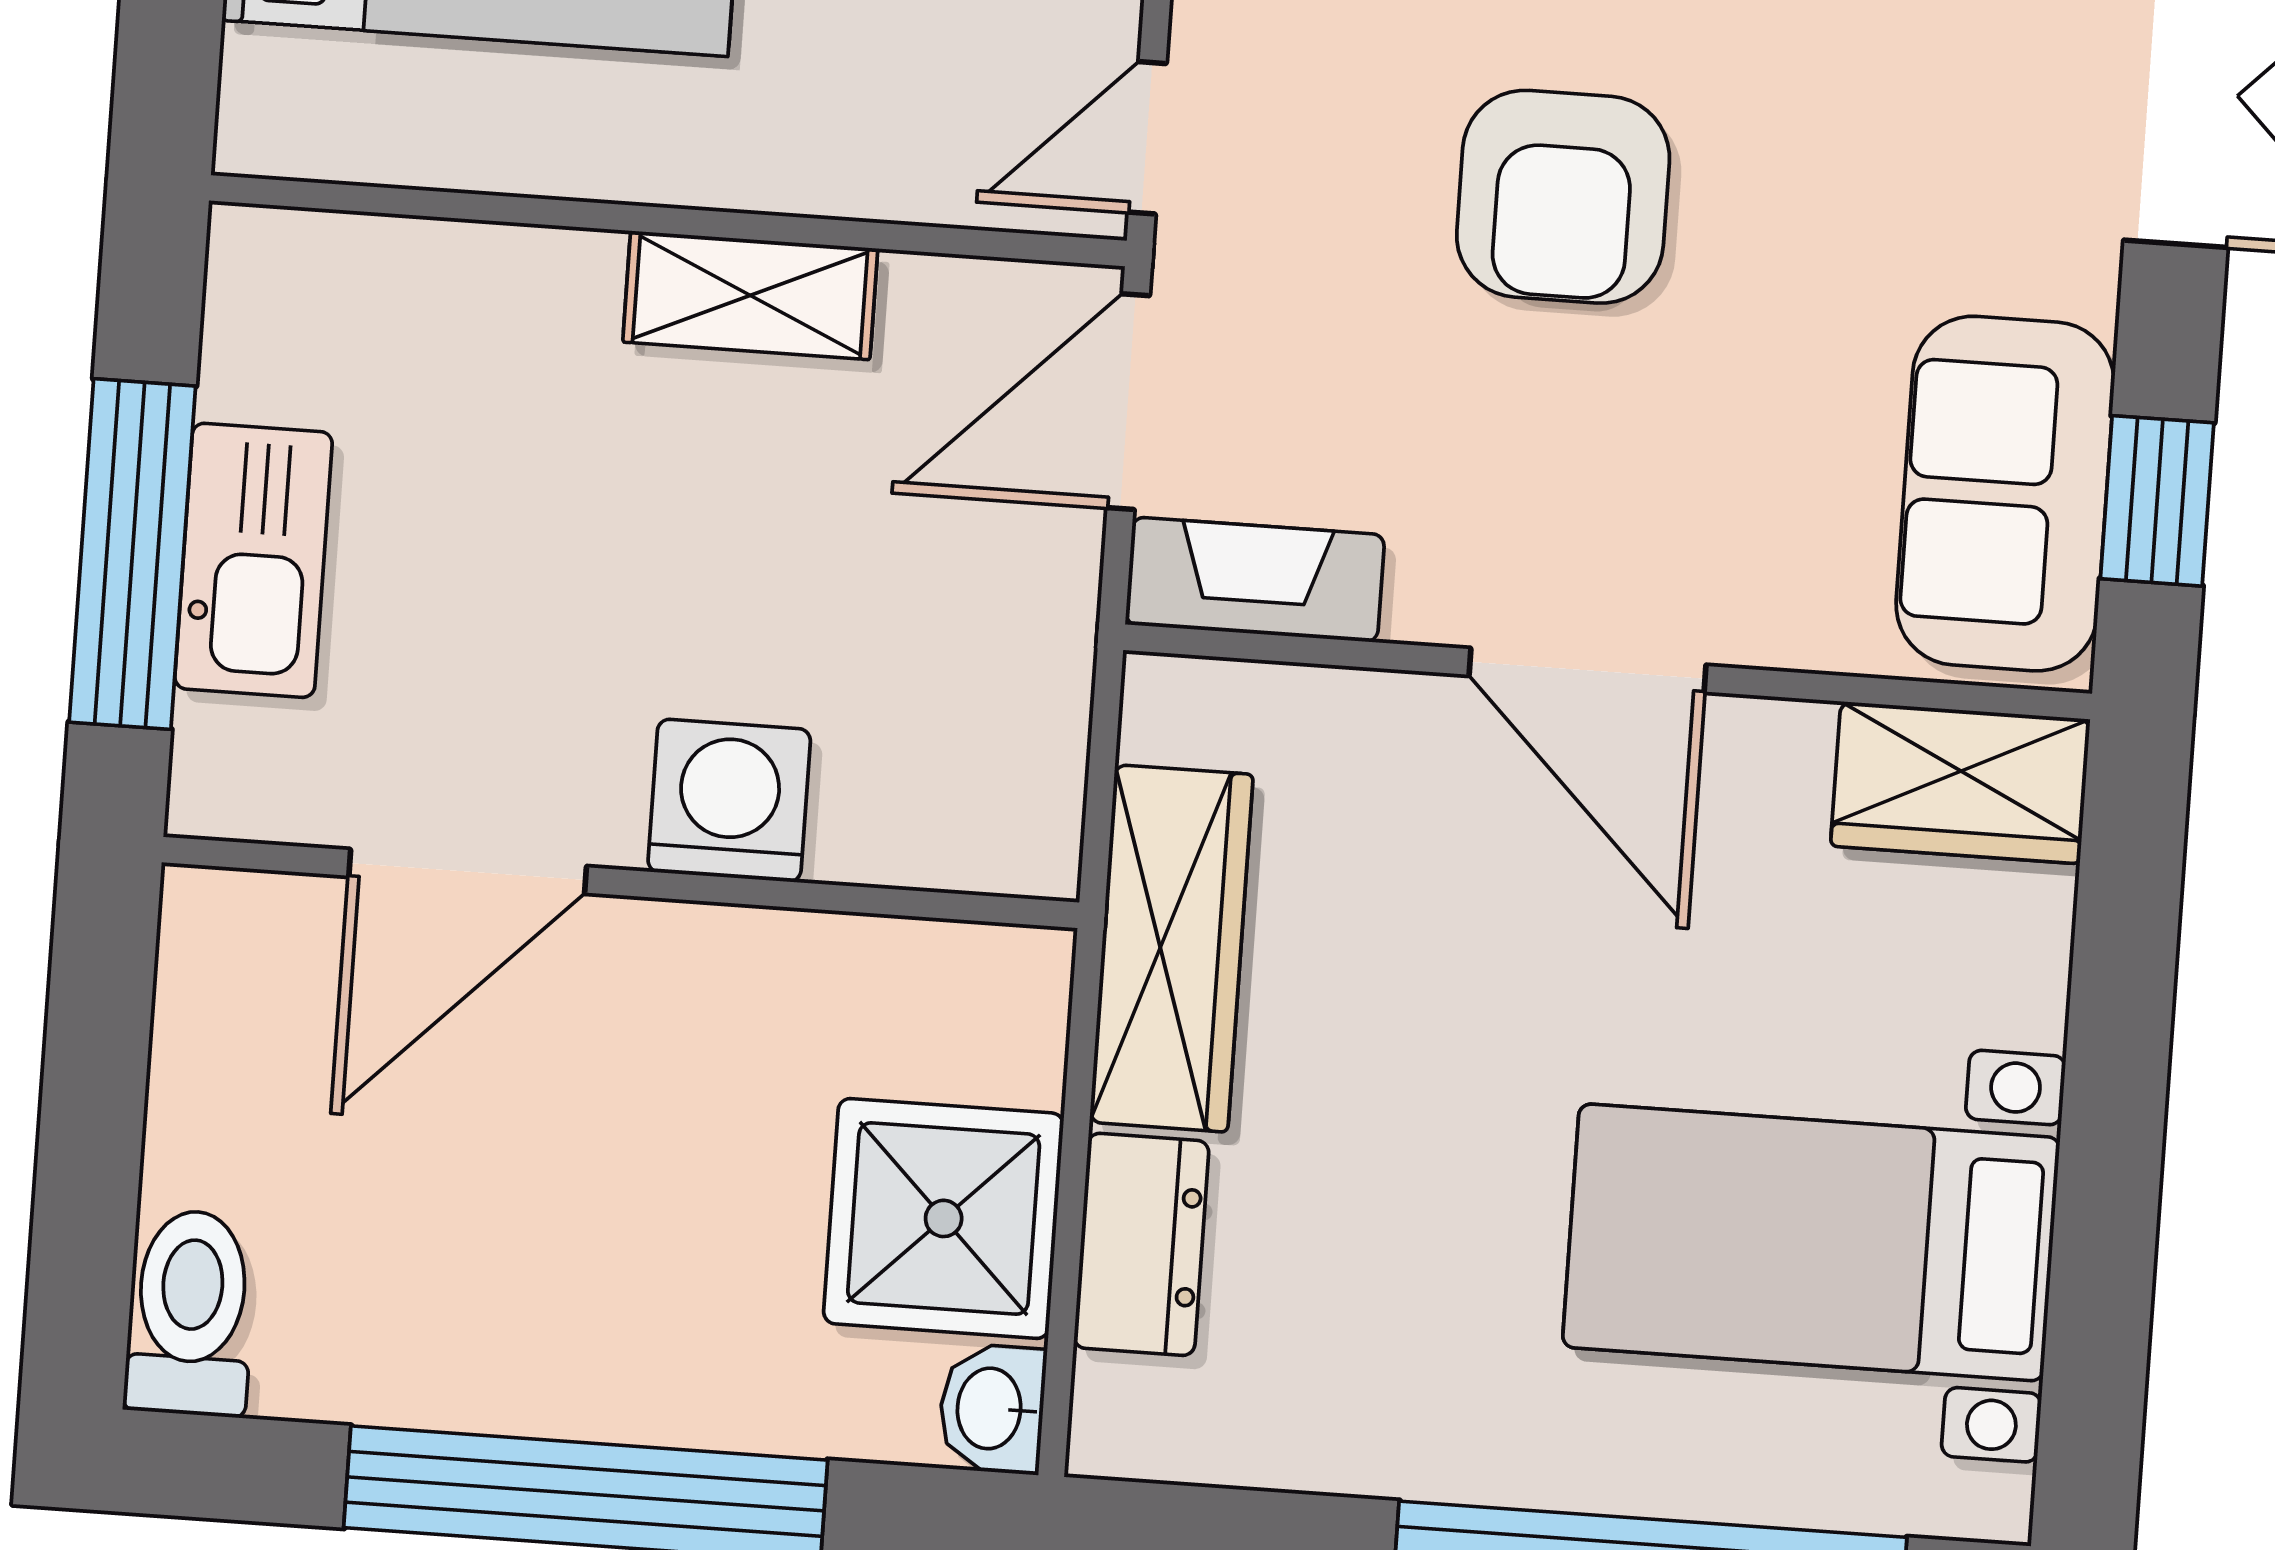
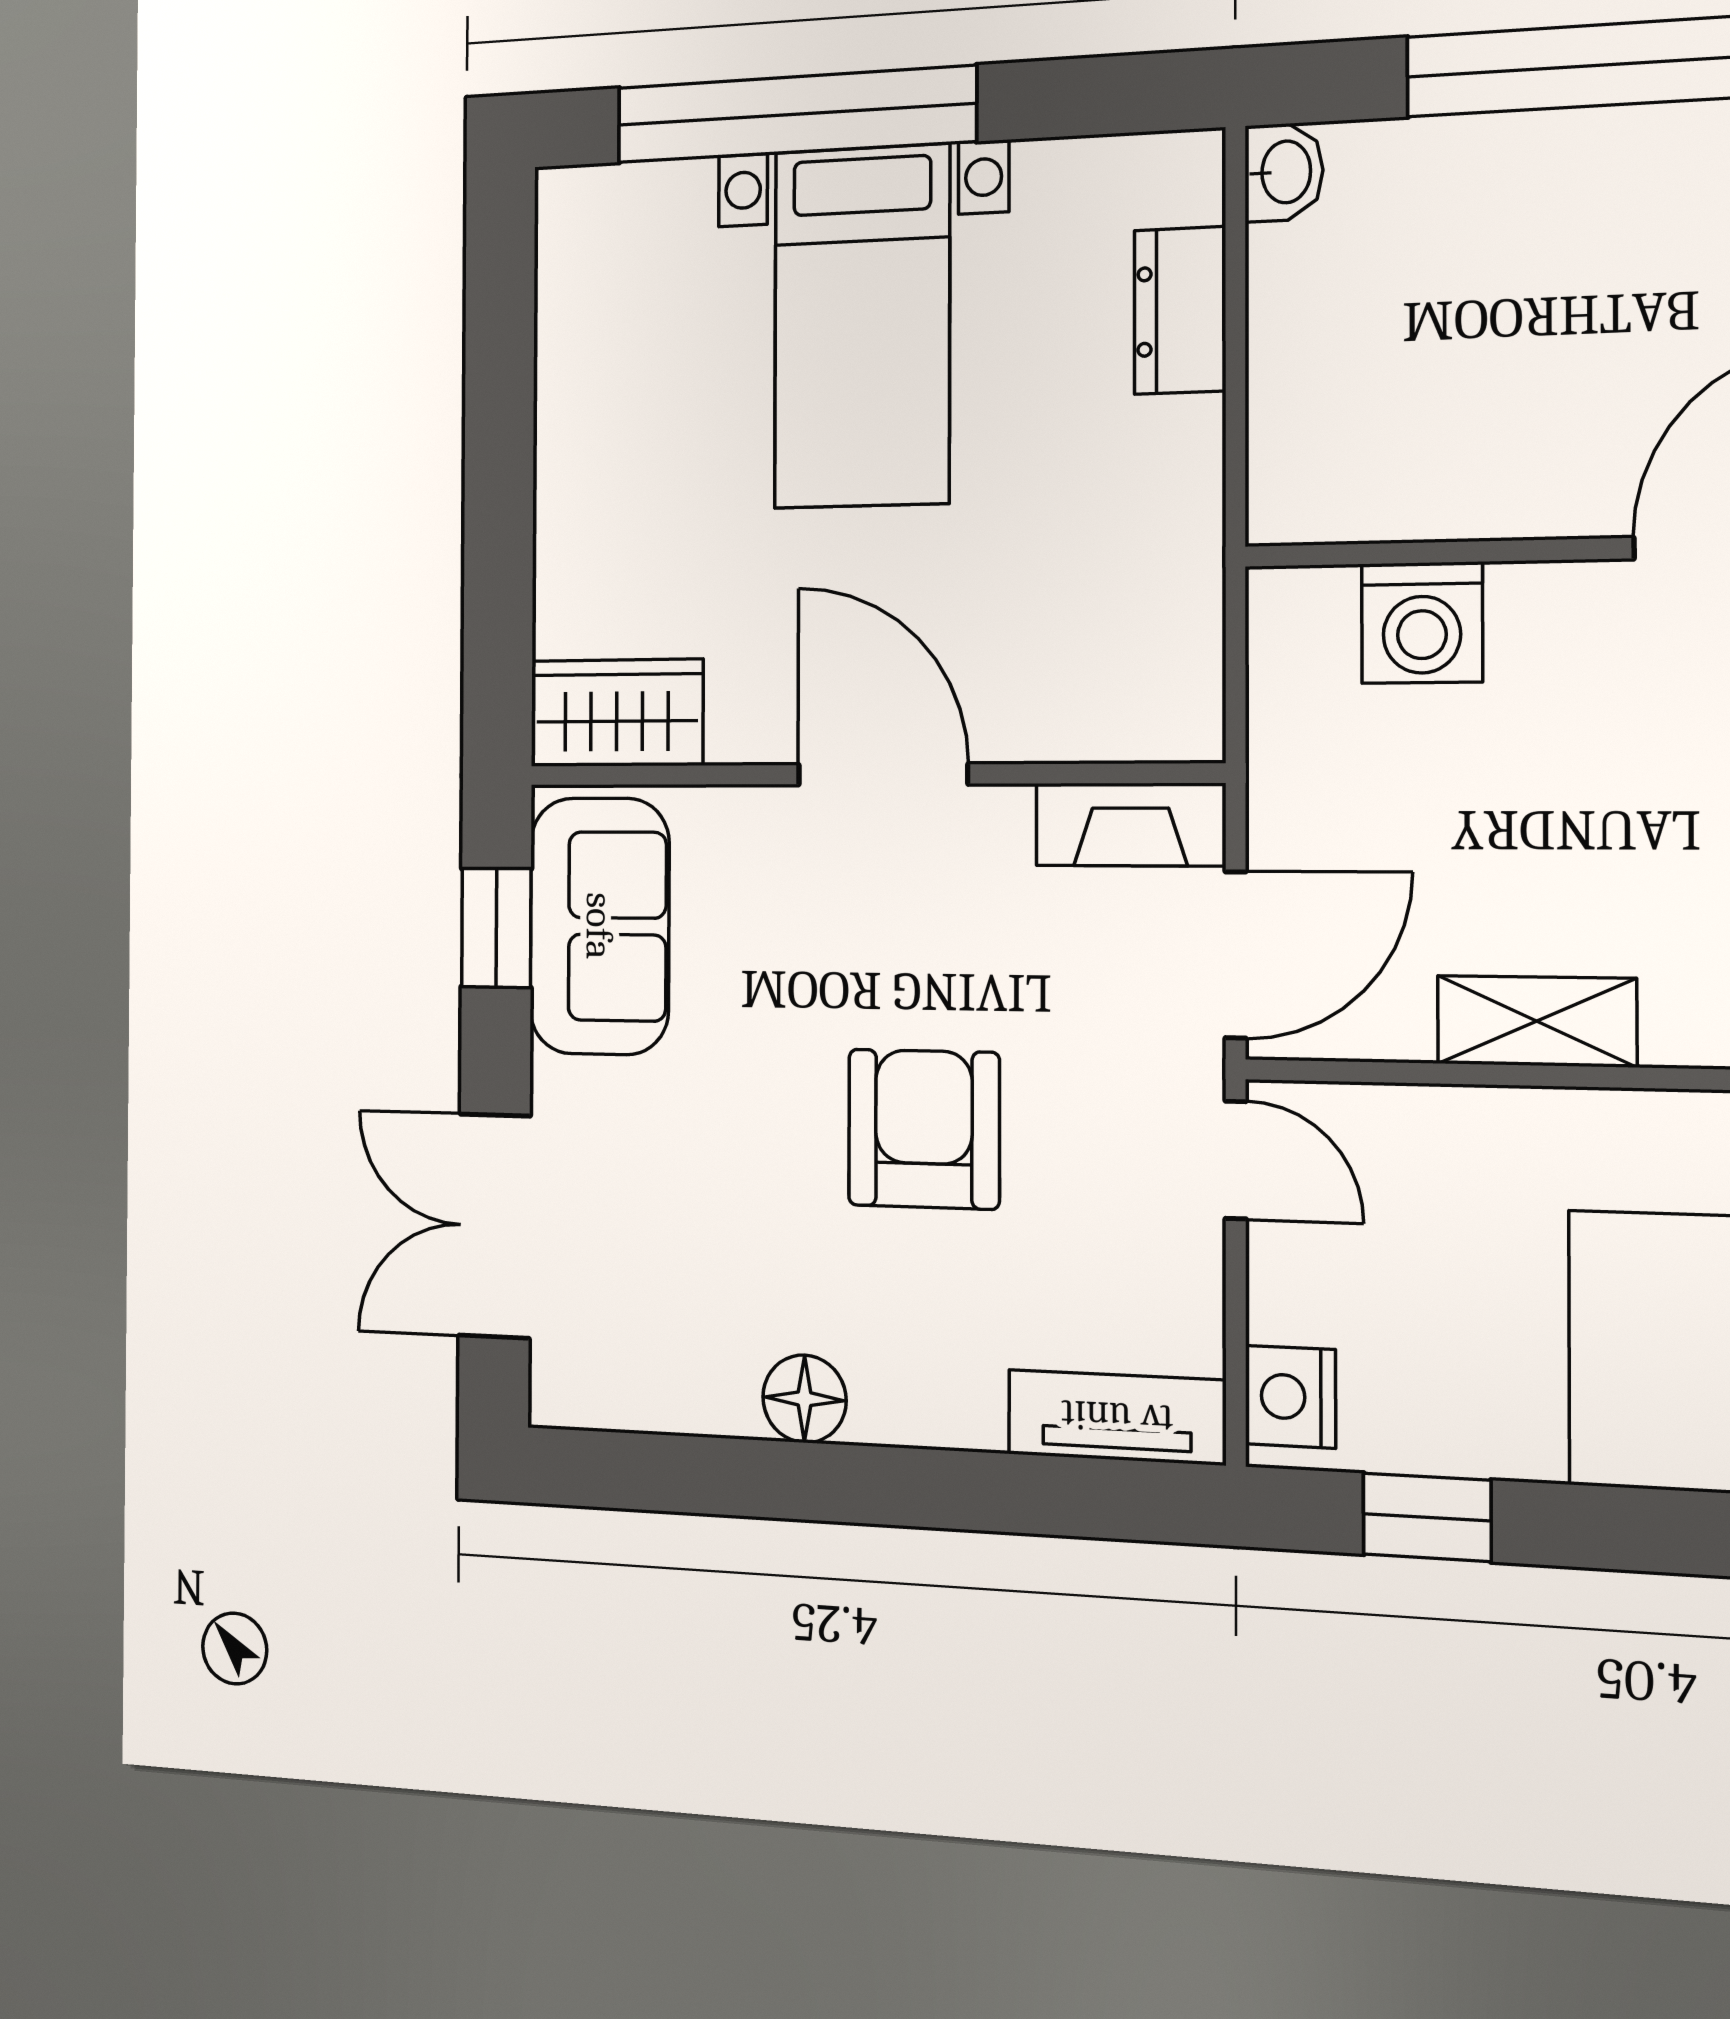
door: (1147, 138) -> (1236, 1160), hinge flipped
washing machine: (729, 801) -> (1422, 623), moved
wardrobe: (1171, 948) -> (1173, 538), removed
shower: (944, 1218) -> (1332, 313), removed
bed with nightstands: (1811, 1242) -> (862, 327), moved, turned 90

